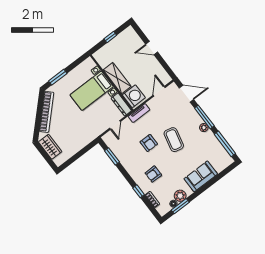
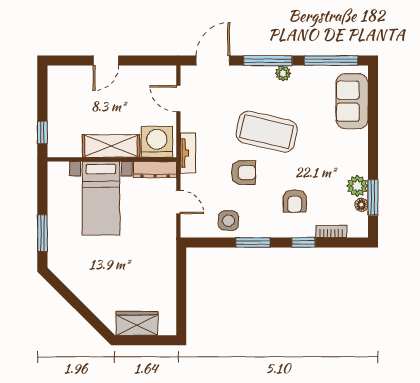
window: (110, 37) -> (42, 132), moved
bookcase: (46, 112) -> (81, 289), removed
coffee table: (174, 140) -> (267, 132), width x1.36, depth x1.32
side table: (123, 152) -> (228, 221), added
window: (112, 156) -> (253, 242), moved
sofa: (201, 176) -> (352, 101), moved

